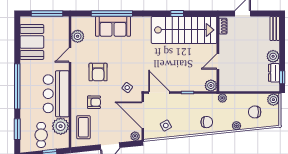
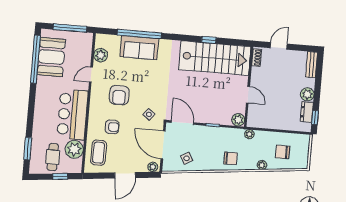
door: (218, 61) -> (248, 95), swing flipped
window: (17, 86) -> (35, 59), moved
plant: (273, 100) -> (304, 141), removed

